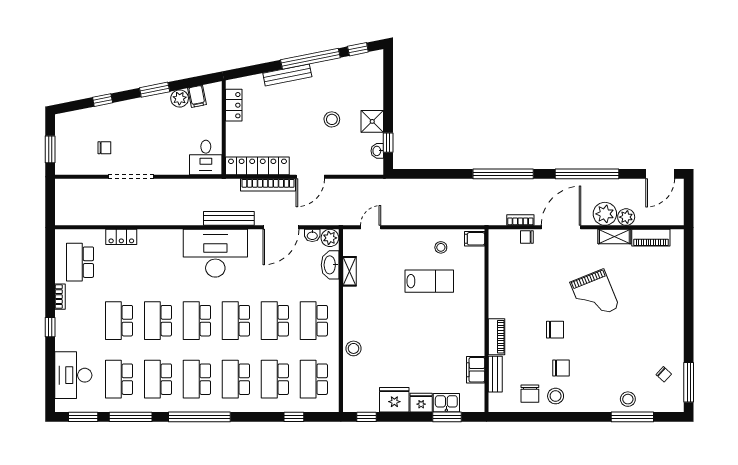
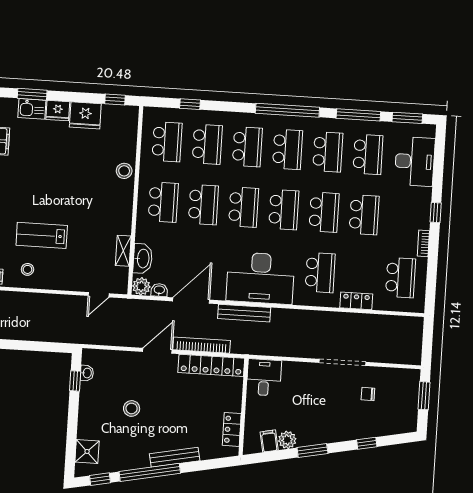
shower: (372, 121) -> (87, 451), moved
school desk: (158, 262) -> (320, 273), added

